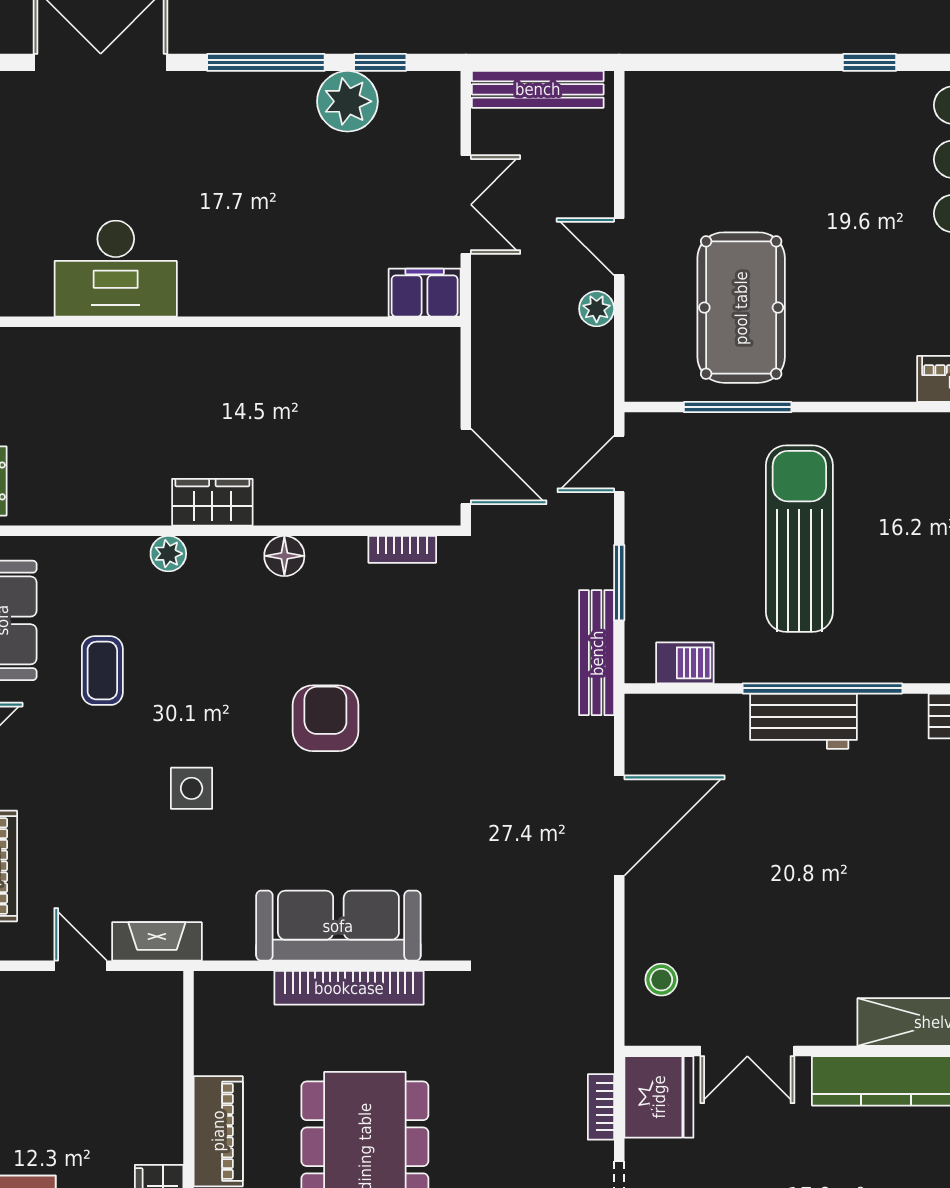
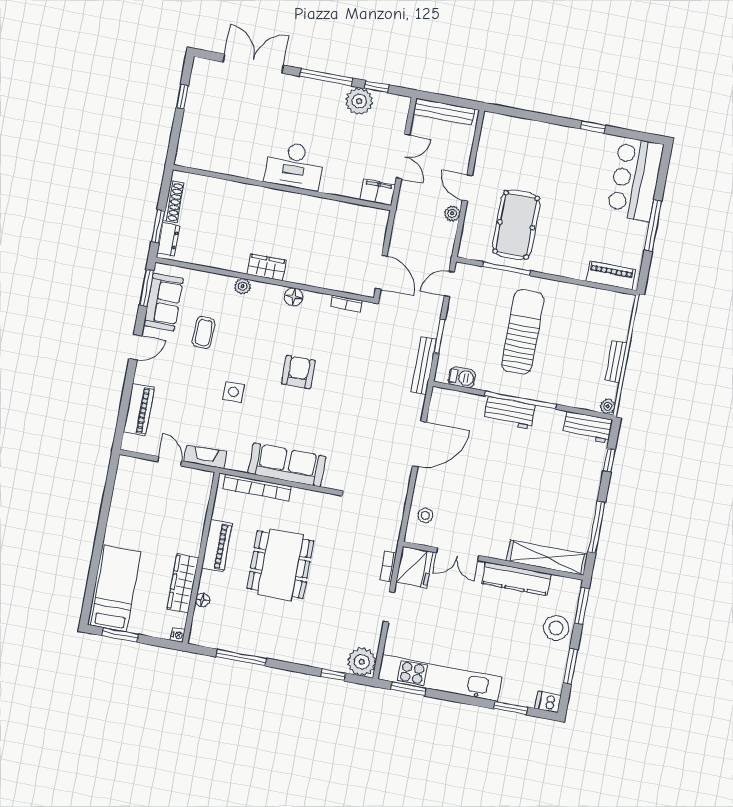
desk: (116, 269) -> (294, 166), moved
bookcase: (349, 988) -> (257, 488), moved

